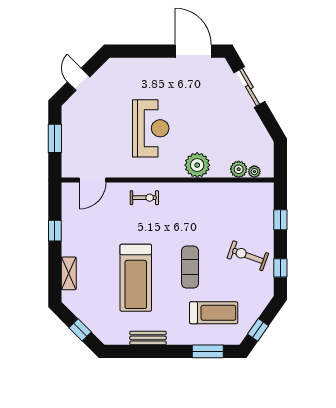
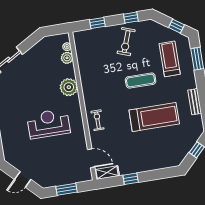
shelving: (69, 273) -> (107, 173), moved

